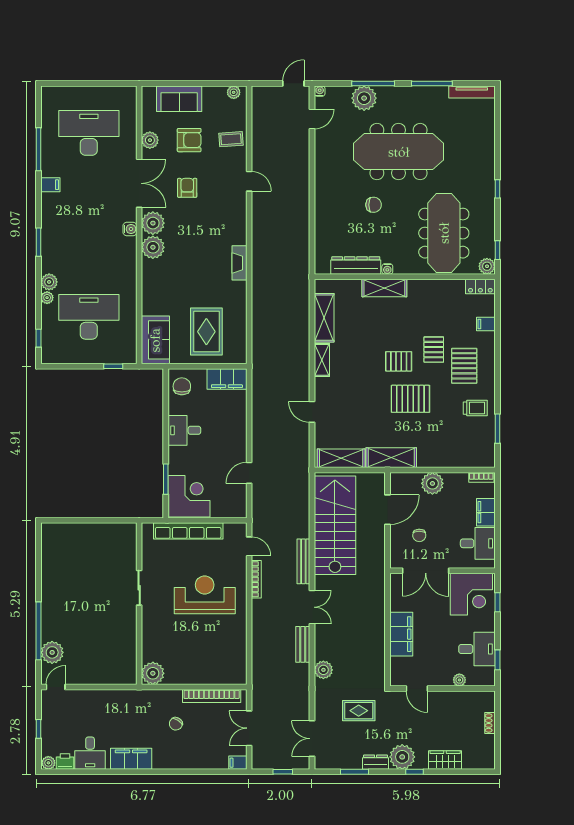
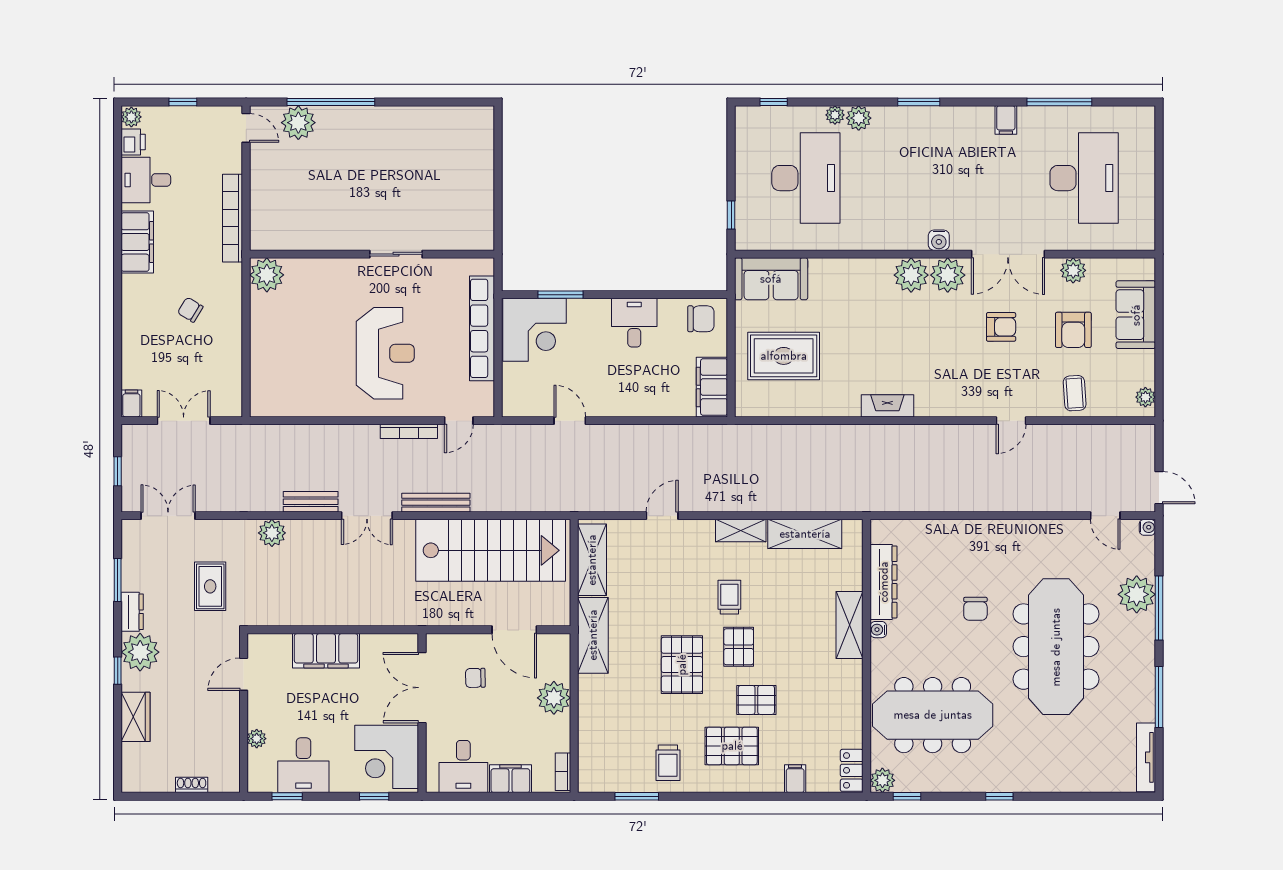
trolley: (366, 367) -> (729, 597), added
bookcase: (212, 696) -> (232, 218), moved

